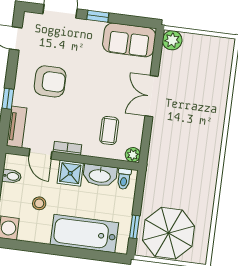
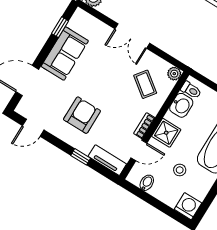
window: (98, 16) -> (60, 27), moved
sofa: (129, 40) -> (65, 54), moved
coffee table: (109, 131) -> (145, 84), turned 37
washbasin: (100, 175) -> (181, 105), width x0.72

